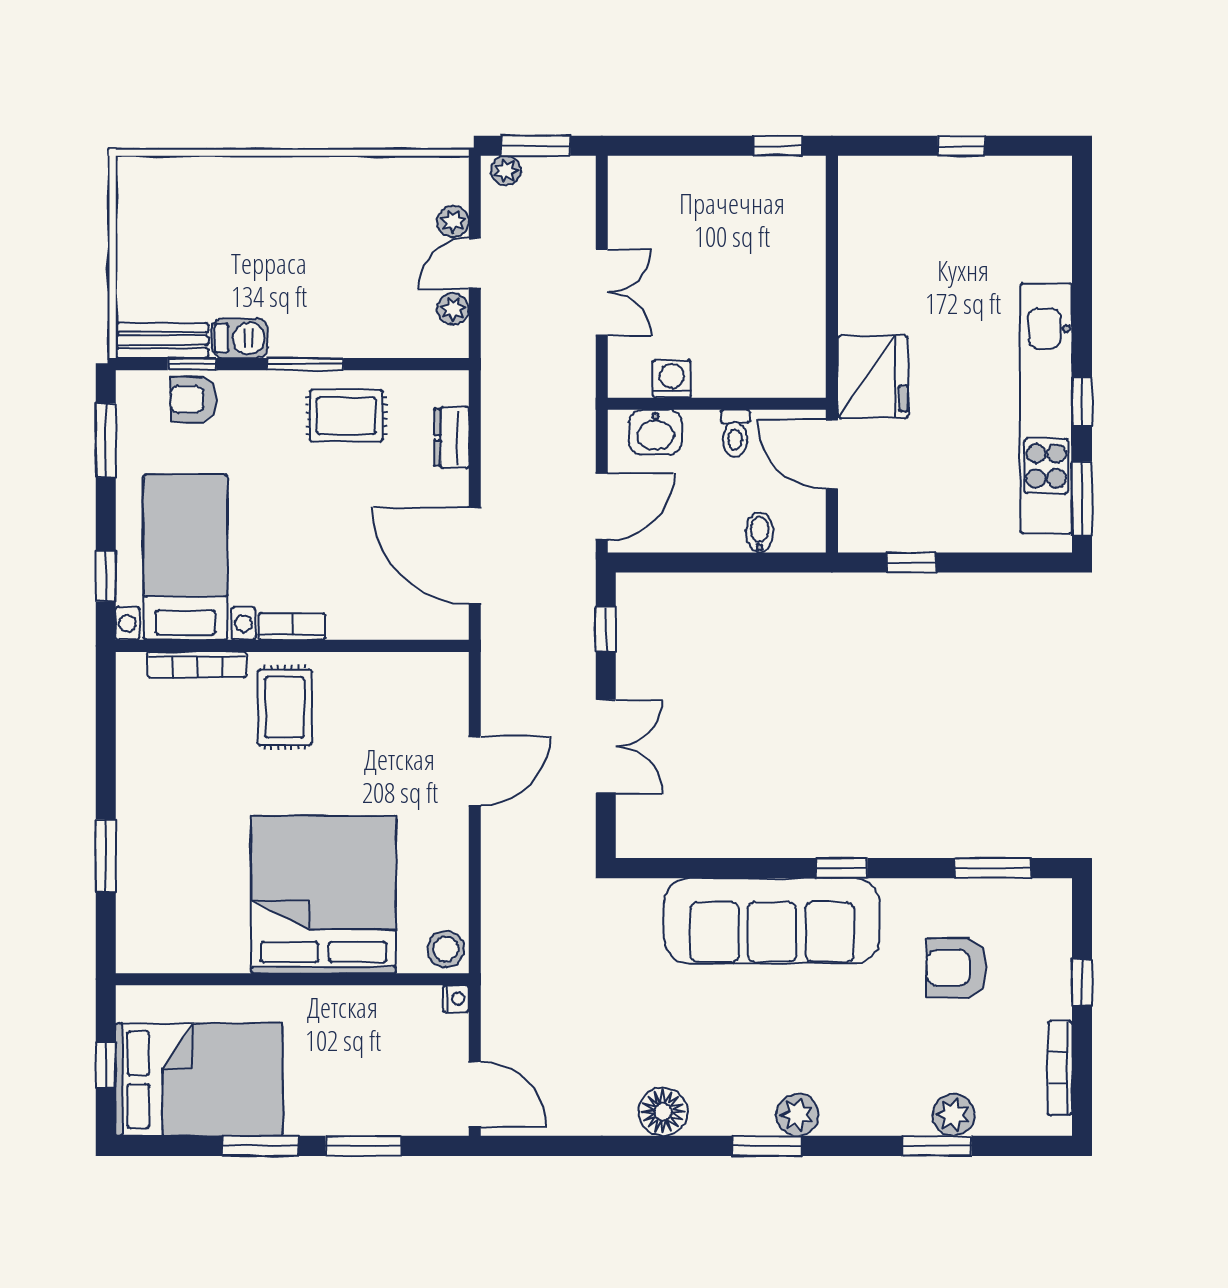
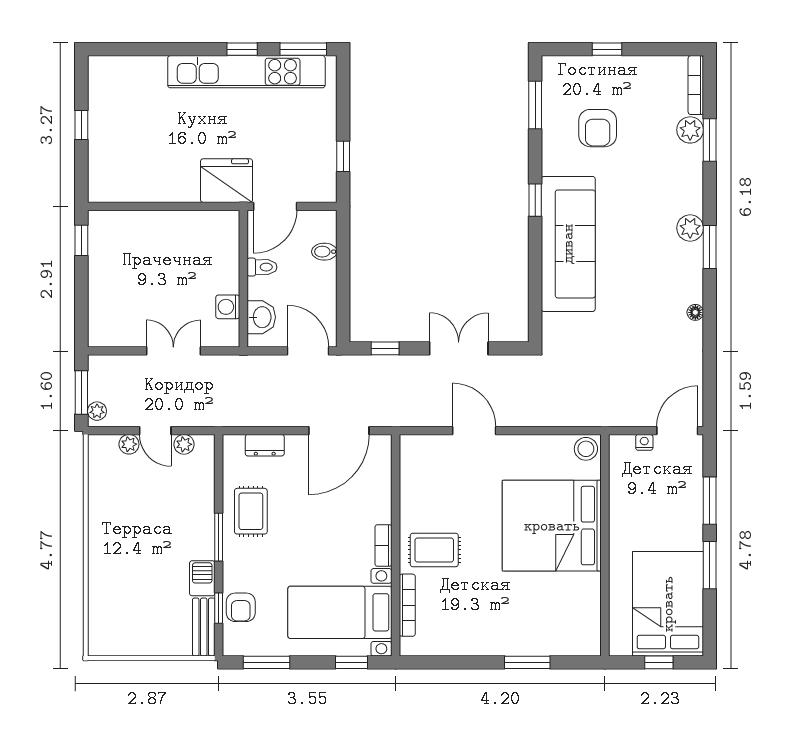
nightstand: (456, 999) -> (644, 442), moved
bookcase: (1060, 1068) -> (696, 85), moved, turned 90
floor lamp: (663, 1112) -> (695, 312), width x0.53, depth x0.53

